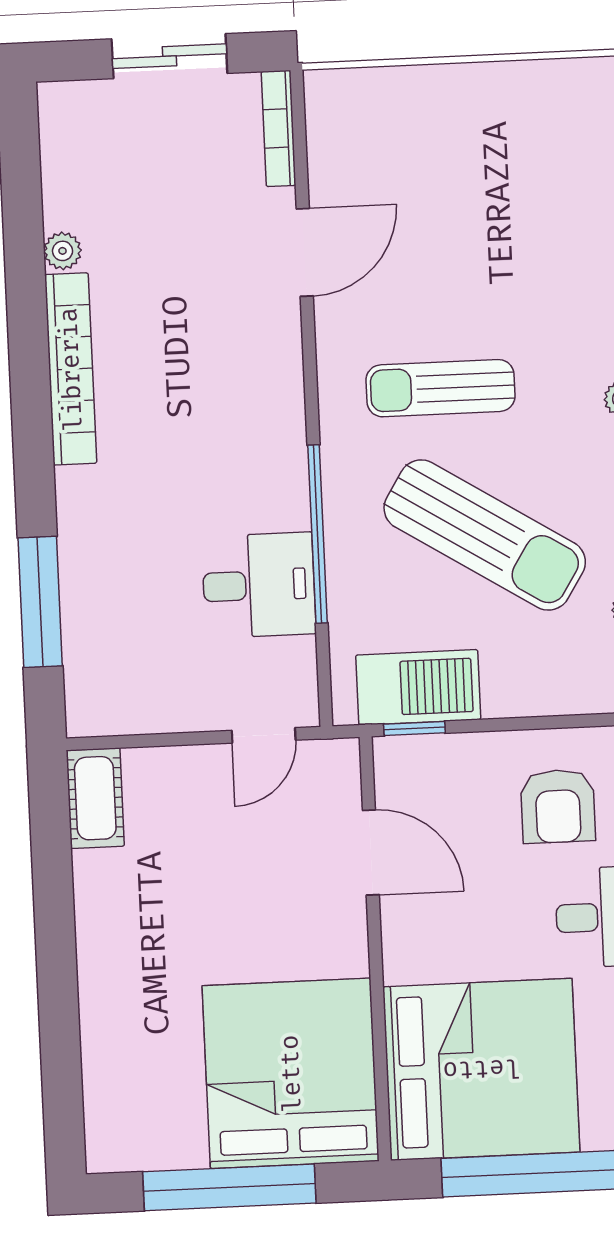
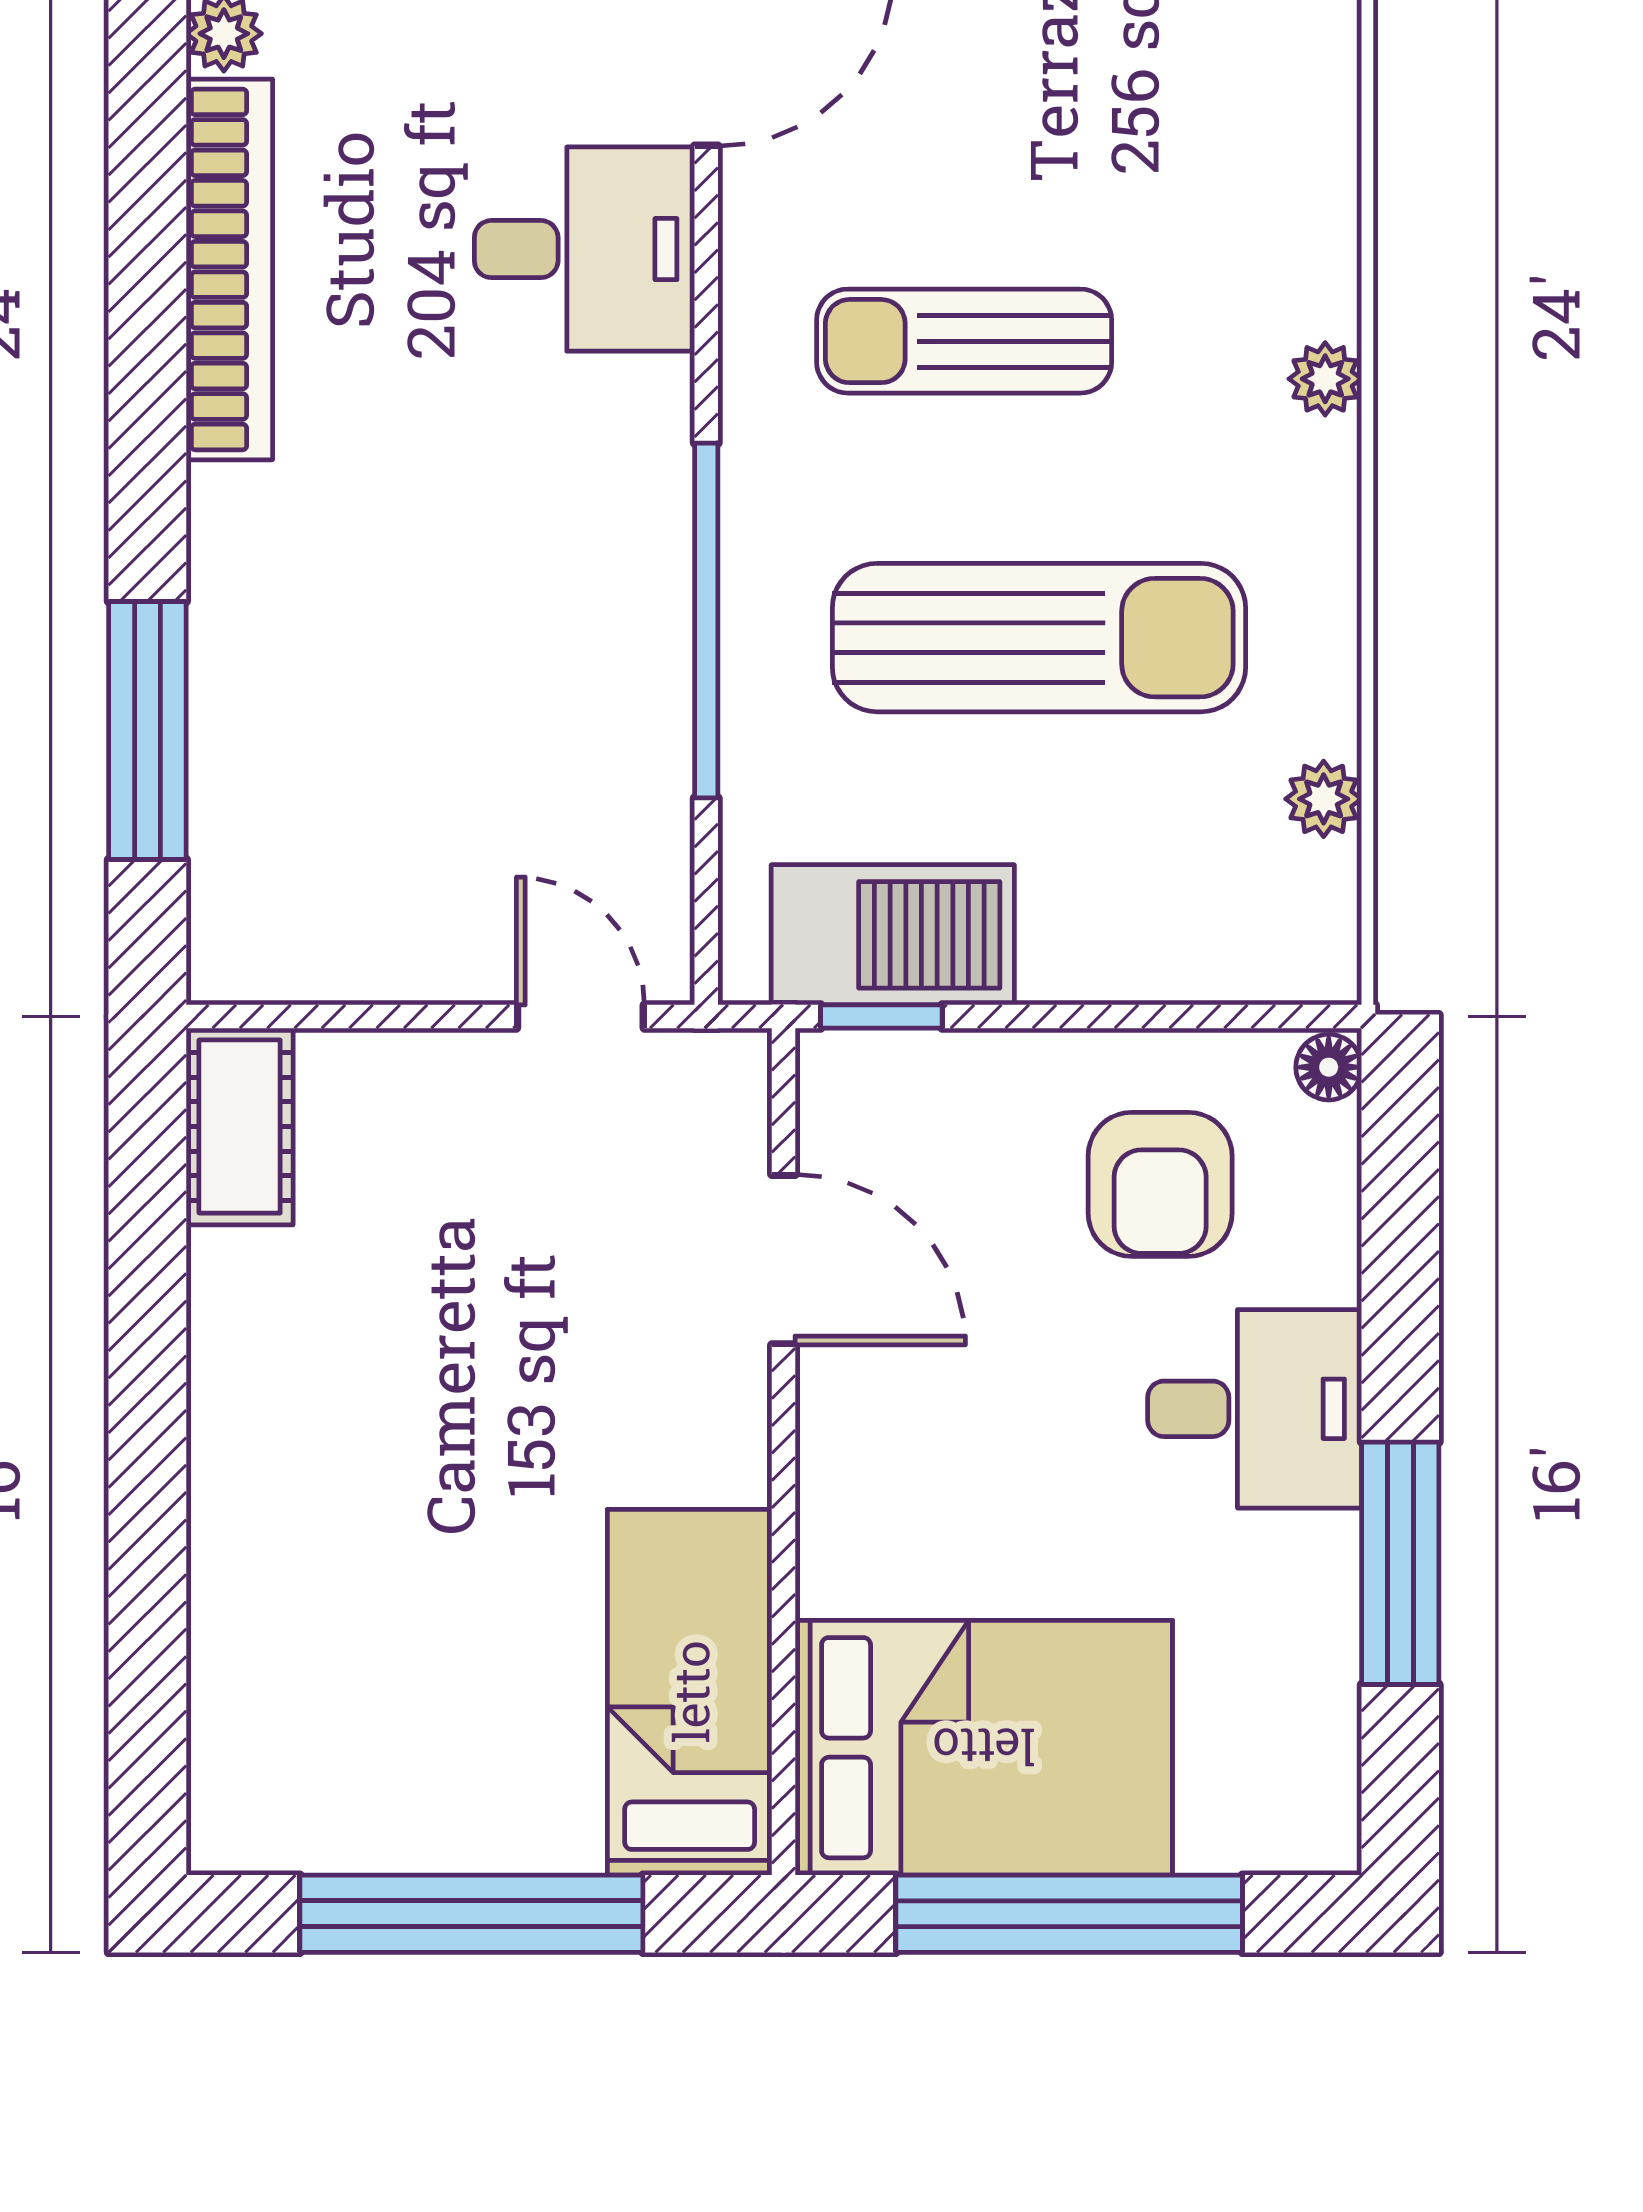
sun lounger: (485, 535) -> (1039, 638), turned -32
desk: (259, 585) -> (584, 249), moved
door: (264, 735) -> (580, 1017), swing flipped
bed: (481, 1069) -> (984, 1748), width x0.73
bed: (291, 1073) -> (690, 1692), width x0.49

